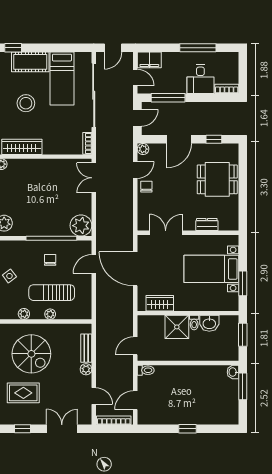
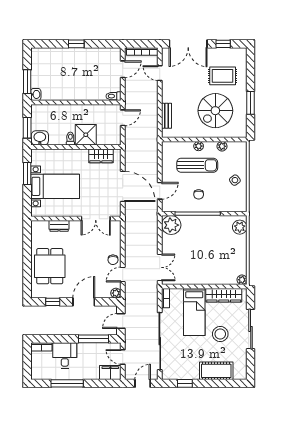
window: (13, 48) -> (185, 383), moved
bed: (62, 79) -> (194, 312), moved, turned 180
dining table: (217, 179) -> (50, 266), turned 90
washbasin: (209, 323) -> (40, 138), moved
spiral stairs: (31, 354) -> (215, 111), turned -90
plant: (86, 369) -> (167, 97), removed
double door: (62, 429) -> (188, 44), width x1.37

